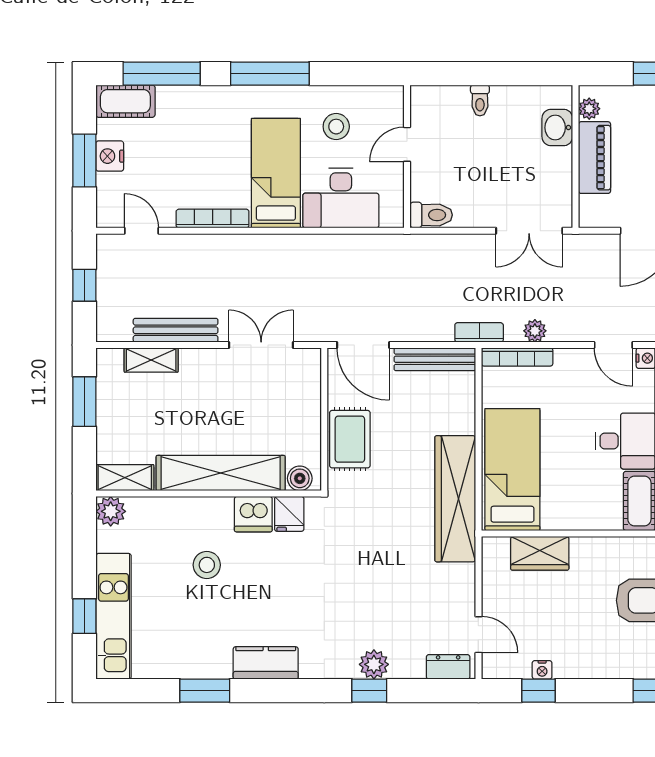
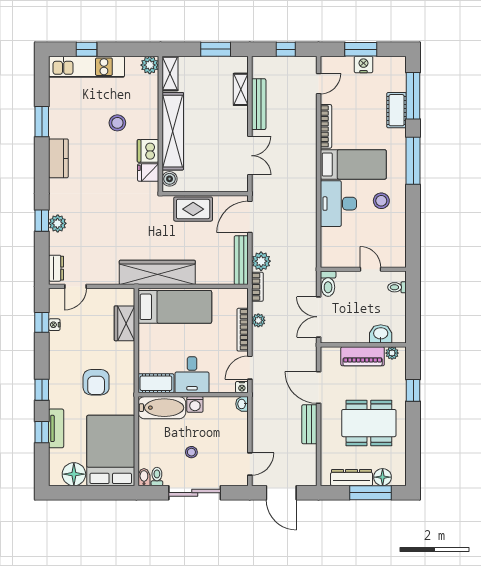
cot: (125, 101) -> (397, 110), moved
door: (407, 144) -> (371, 269), moved
wall: (407, 156) -> (363, 269), moved
toilet: (431, 215) -> (328, 284), moved
plant: (437, 326) -> (261, 261), added
bookcase: (517, 357) -> (243, 330), moved

